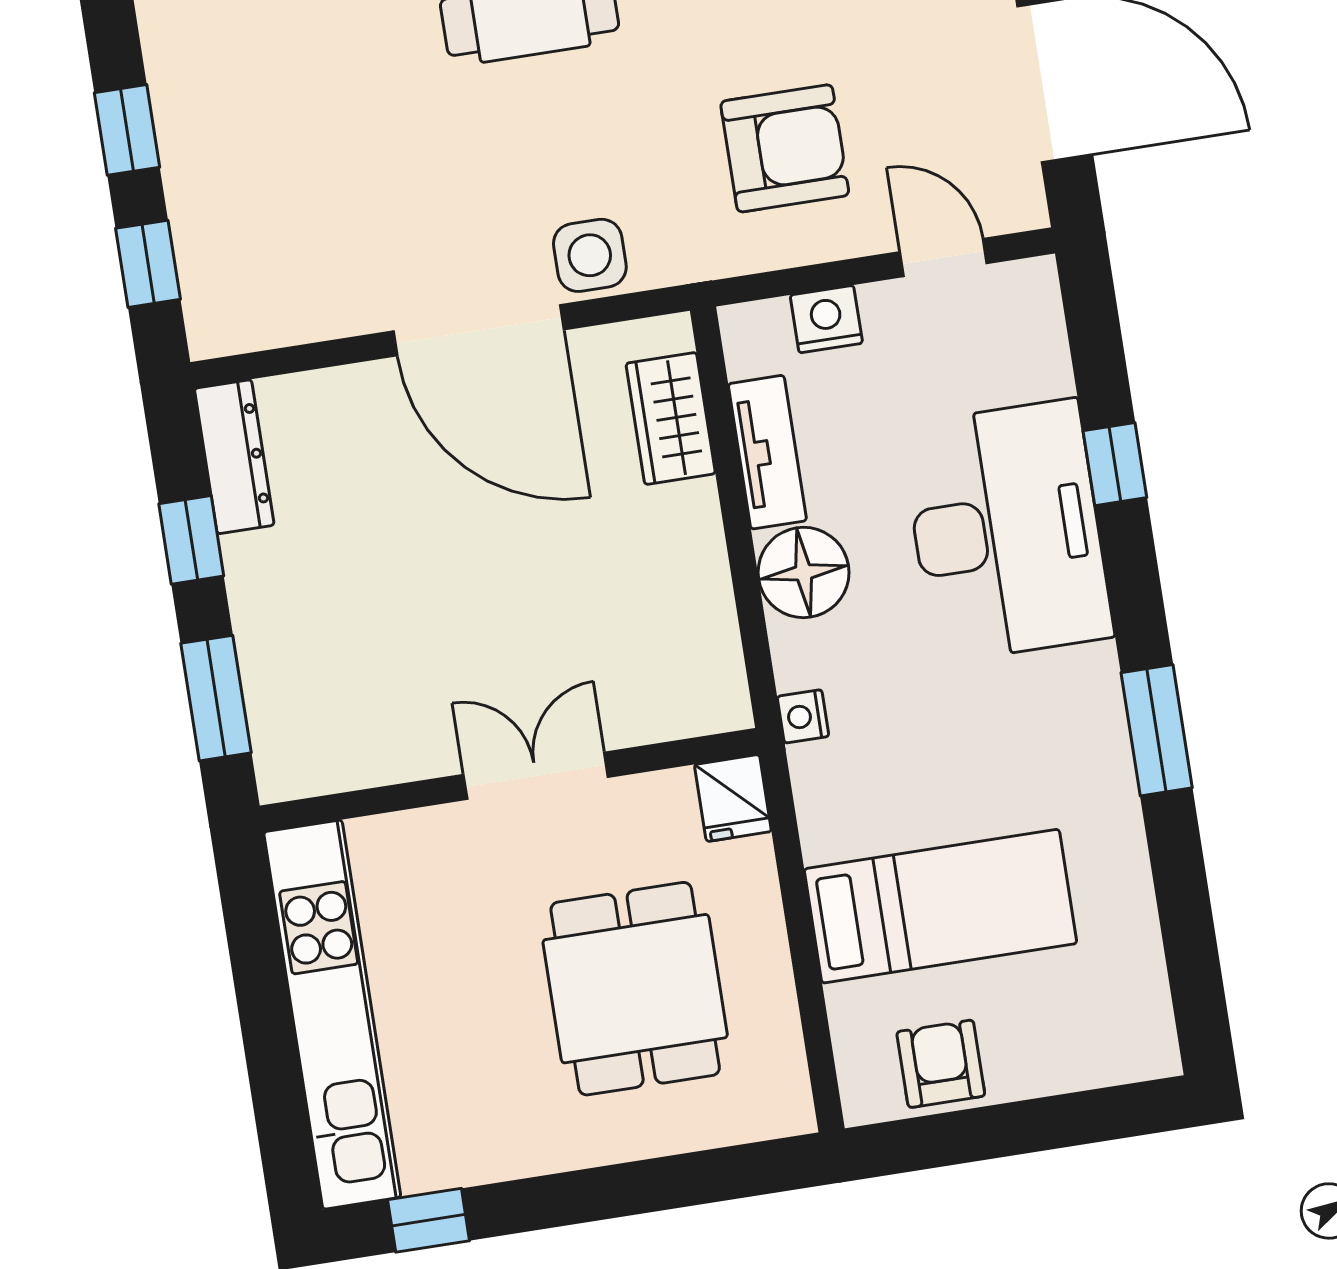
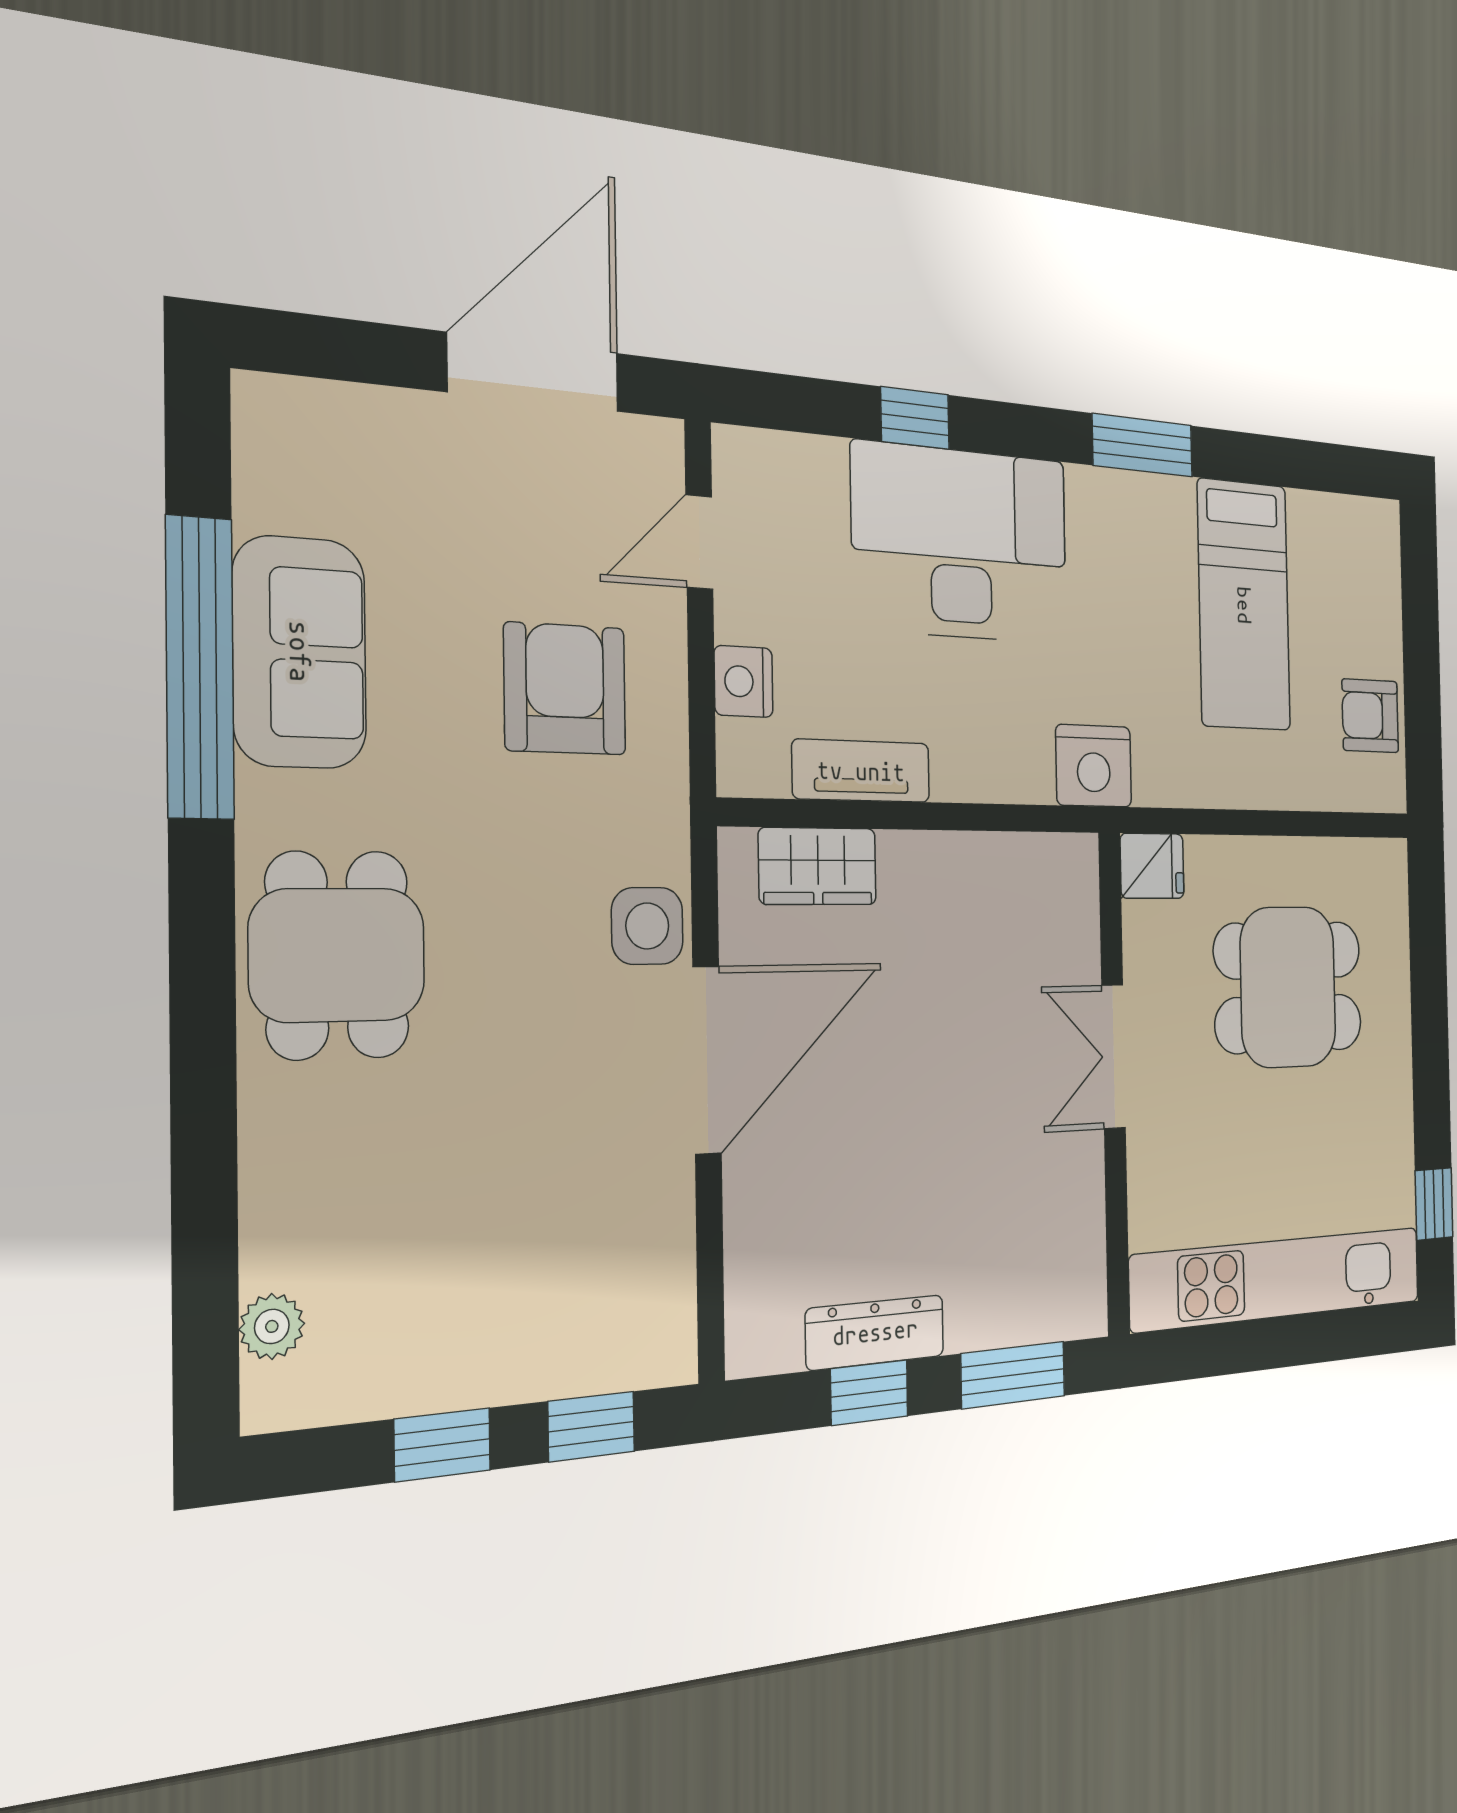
dresser: (234, 457) -> (875, 1332), moved
floor lamp: (804, 572) -> (973, 757), removed
nightstand: (803, 716) -> (1094, 766), width x1.89, depth x1.79
bed: (941, 906) -> (1244, 605), moved, turned 180

